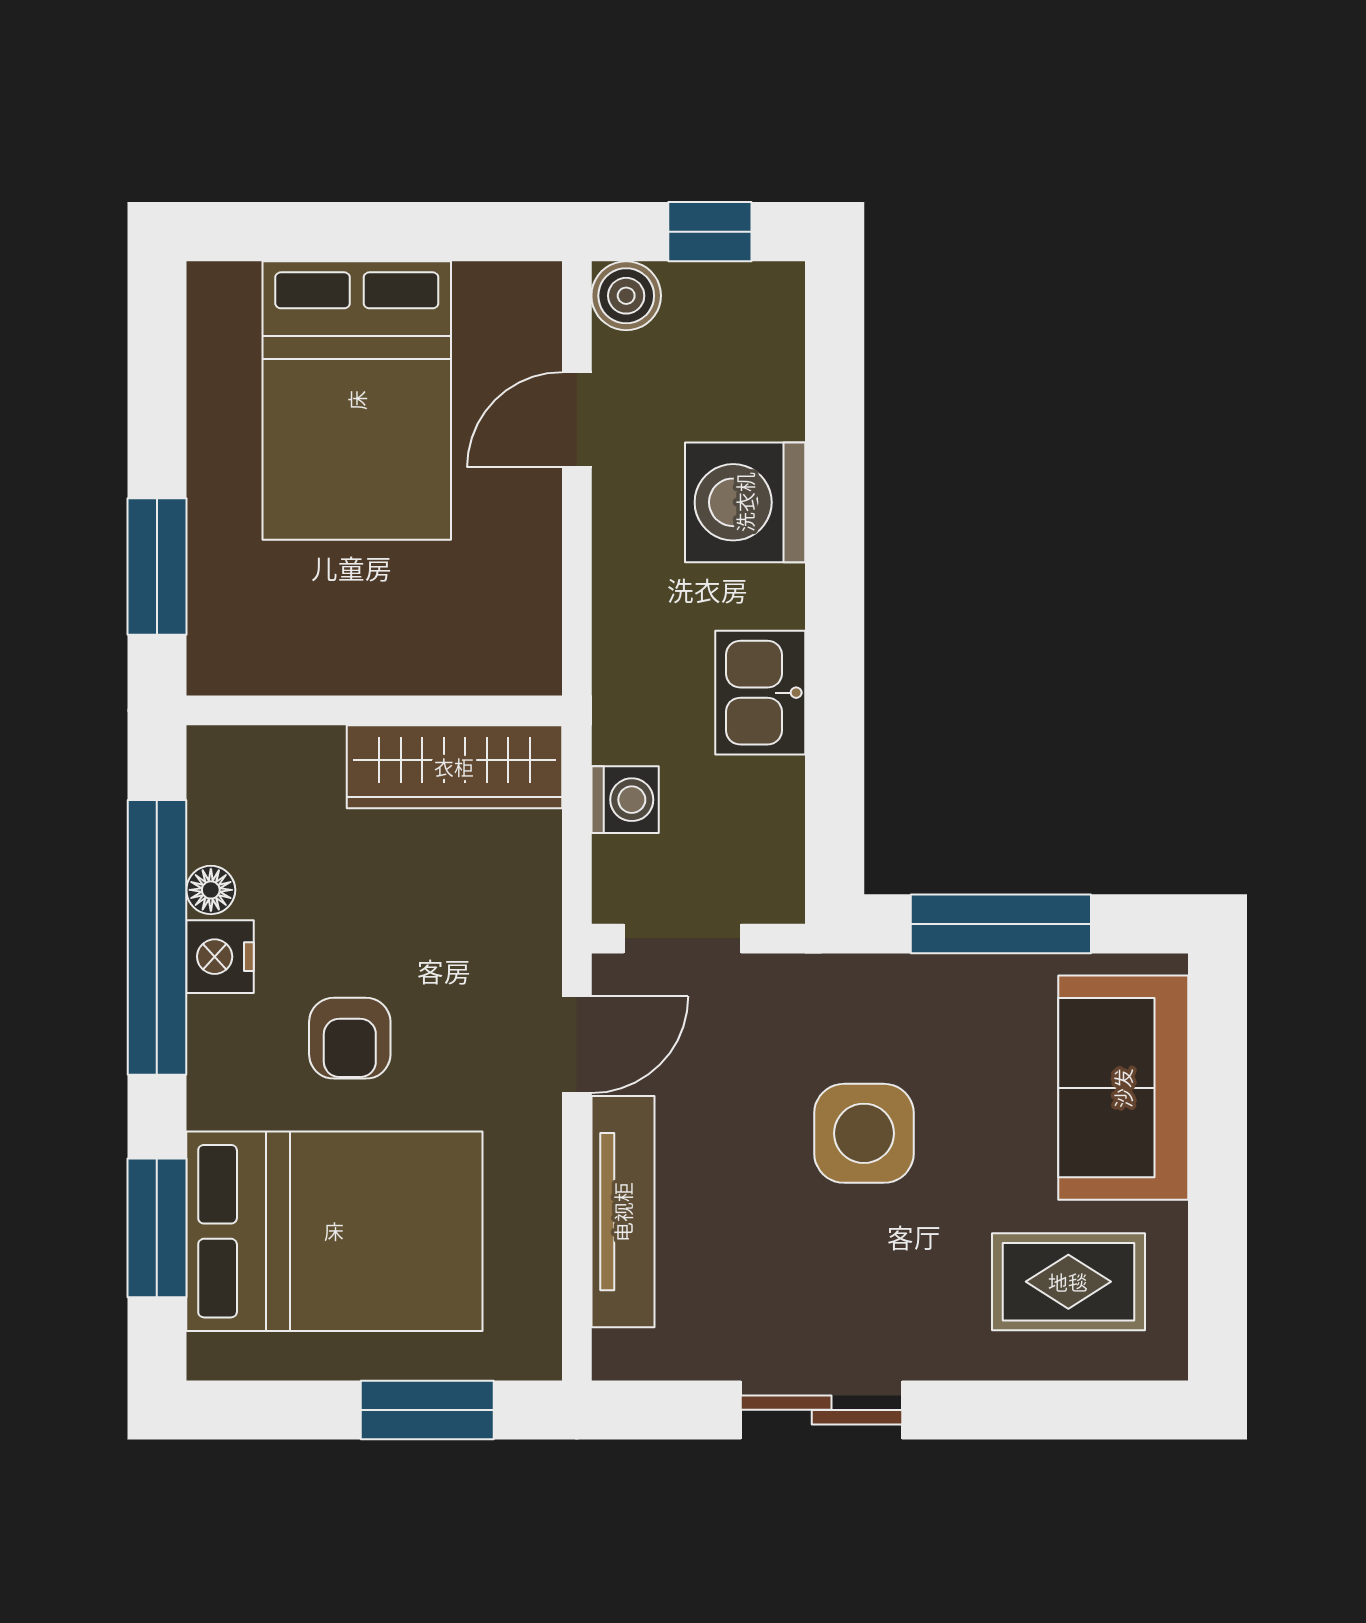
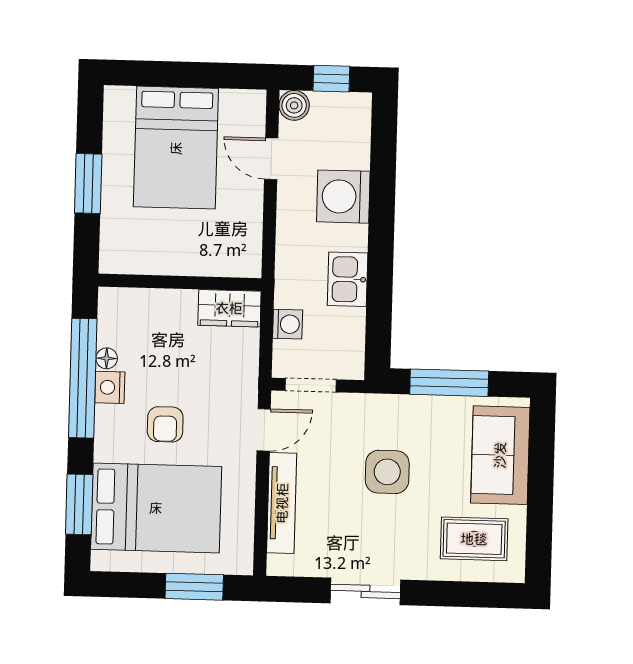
door: (577, 420) -> (271, 159), hinge flipped
window: (157, 566) -> (88, 184), moved
wardrobe: (454, 767) -> (229, 308), width x0.67

